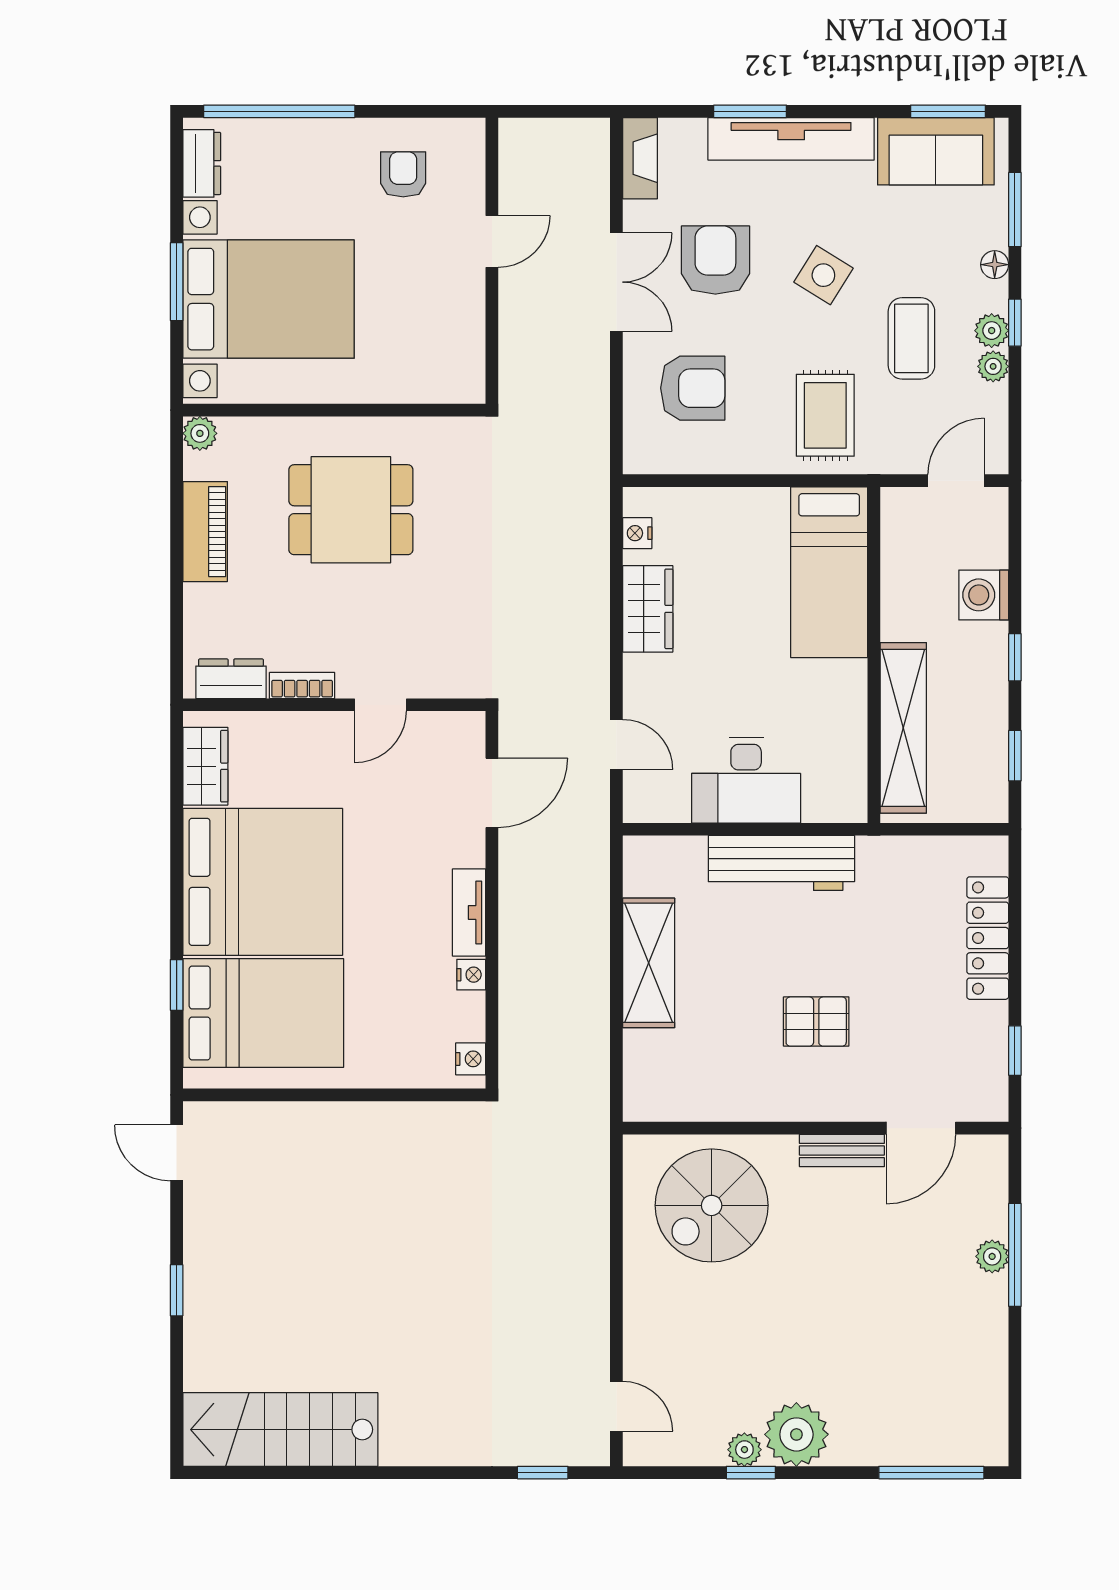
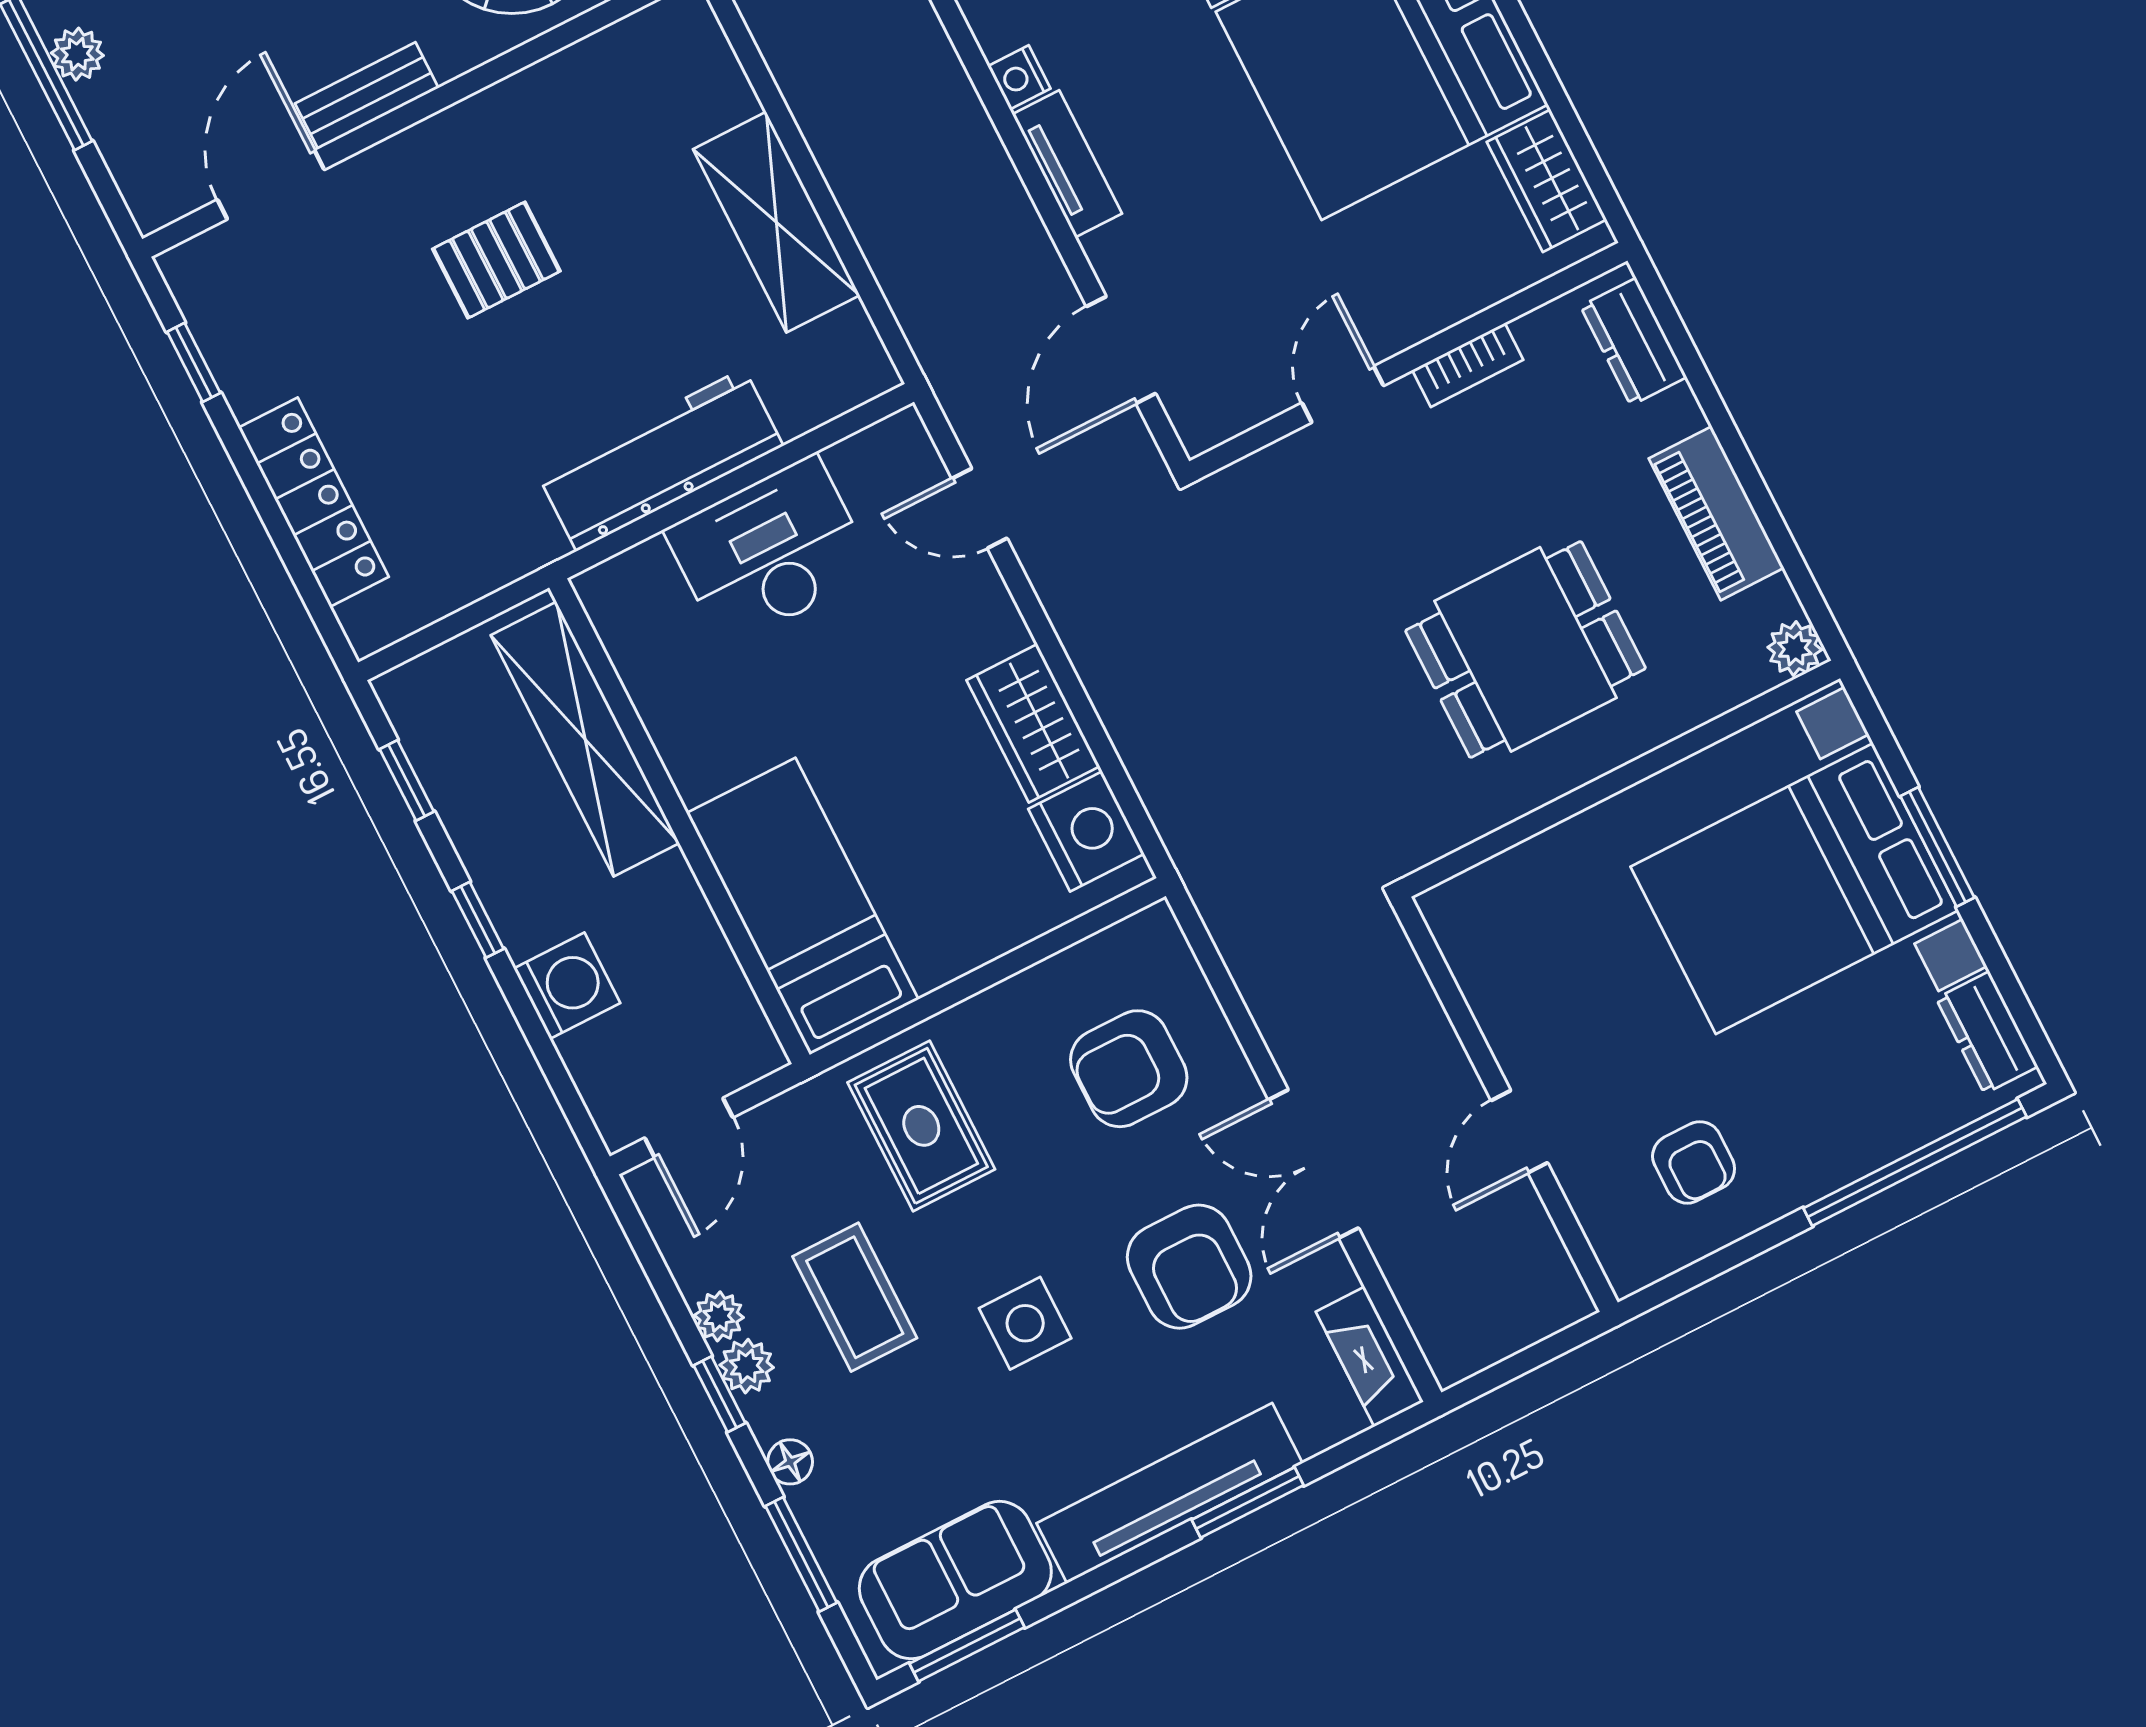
side table: (823, 275) -> (1025, 1323), turned -32
nightstand: (637, 533) -> (1086, 831), width x1.89, depth x1.79
dresser: (231, 679) -> (1634, 342), moved, turned 90

